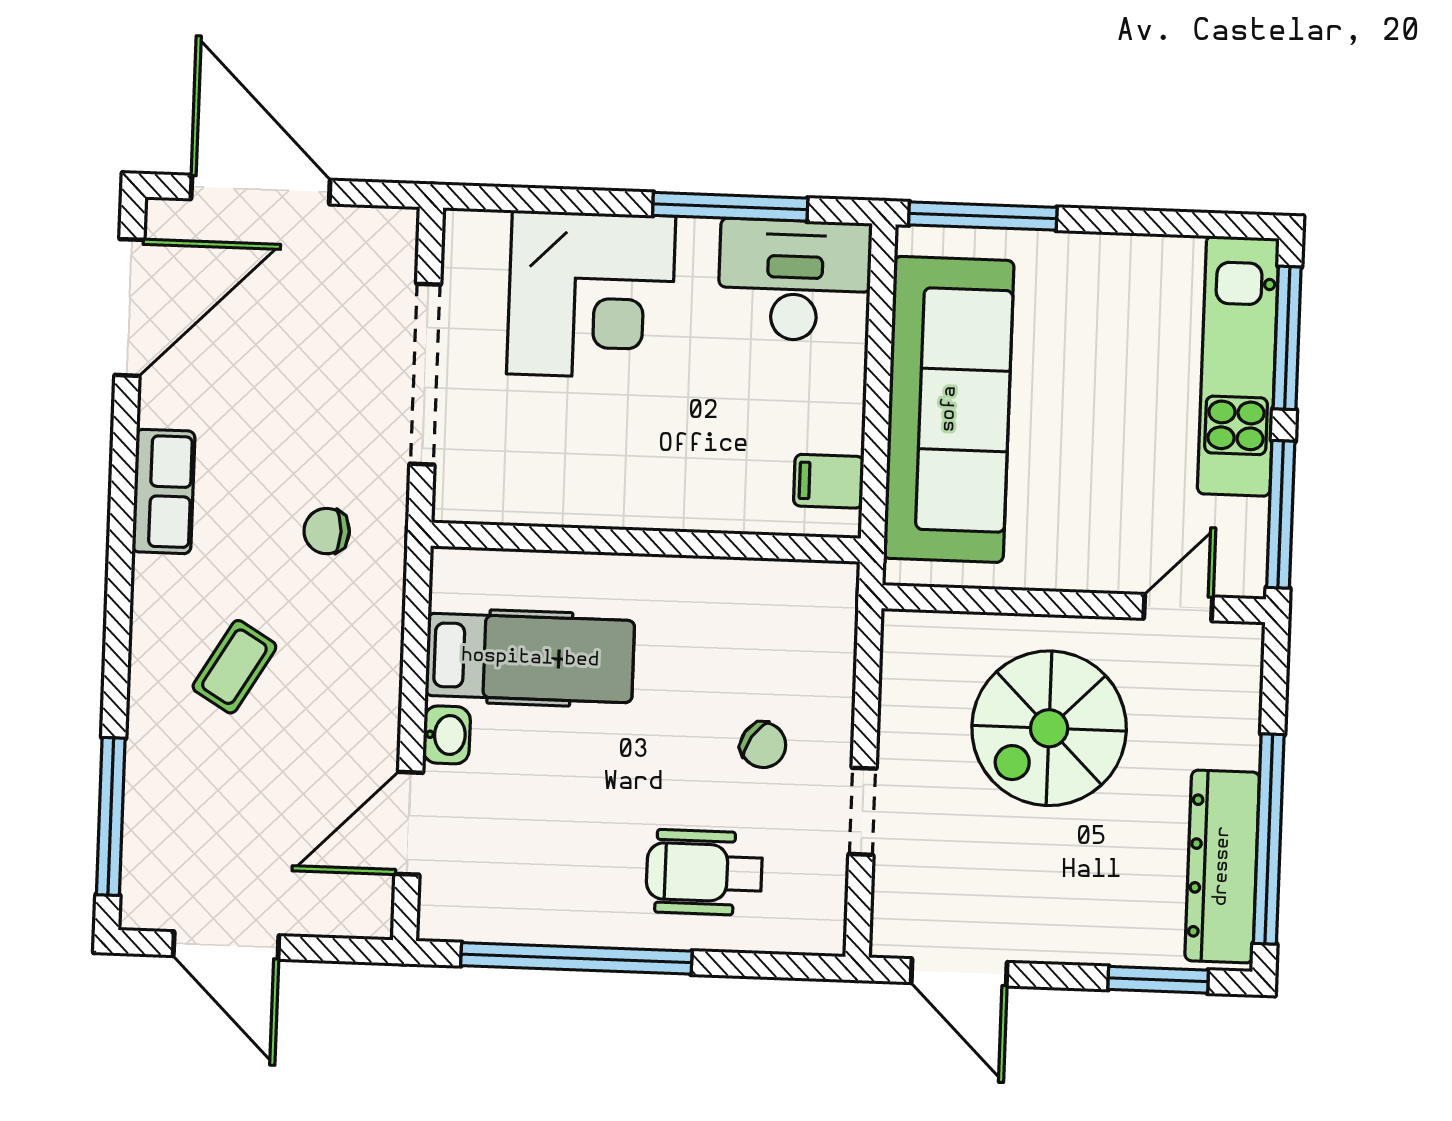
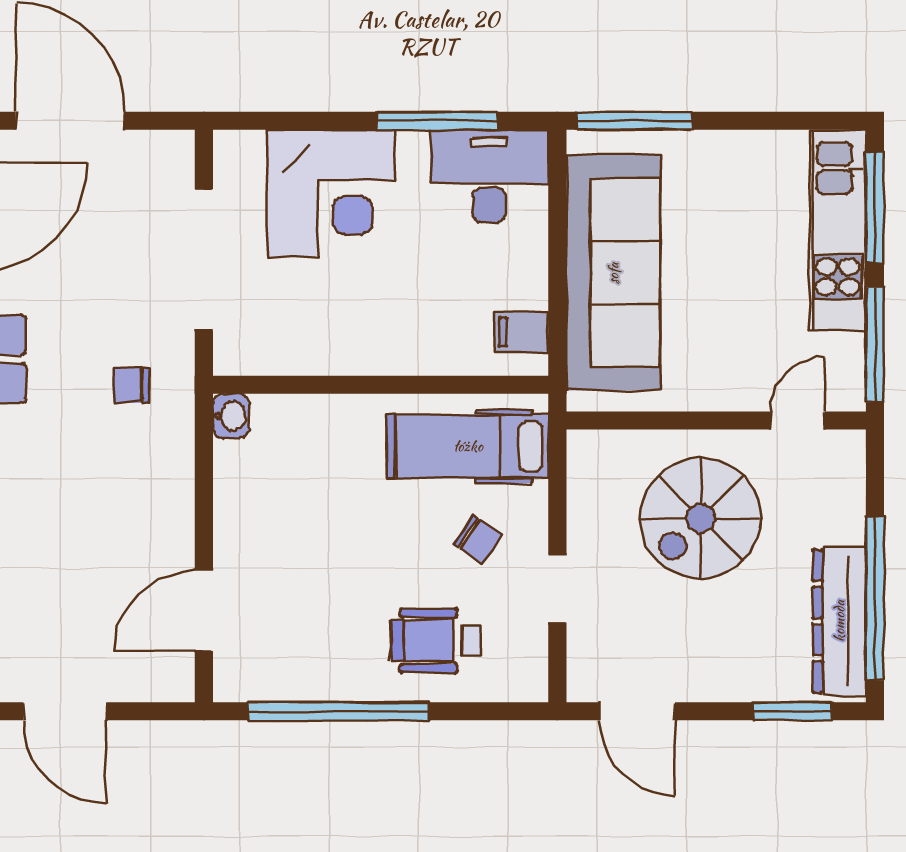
hospital bed: (530, 658) -> (468, 446), moved, turned 180
coffee table: (234, 667) -> (63, 494), removed
washbasin: (447, 735) -> (231, 416), moved

